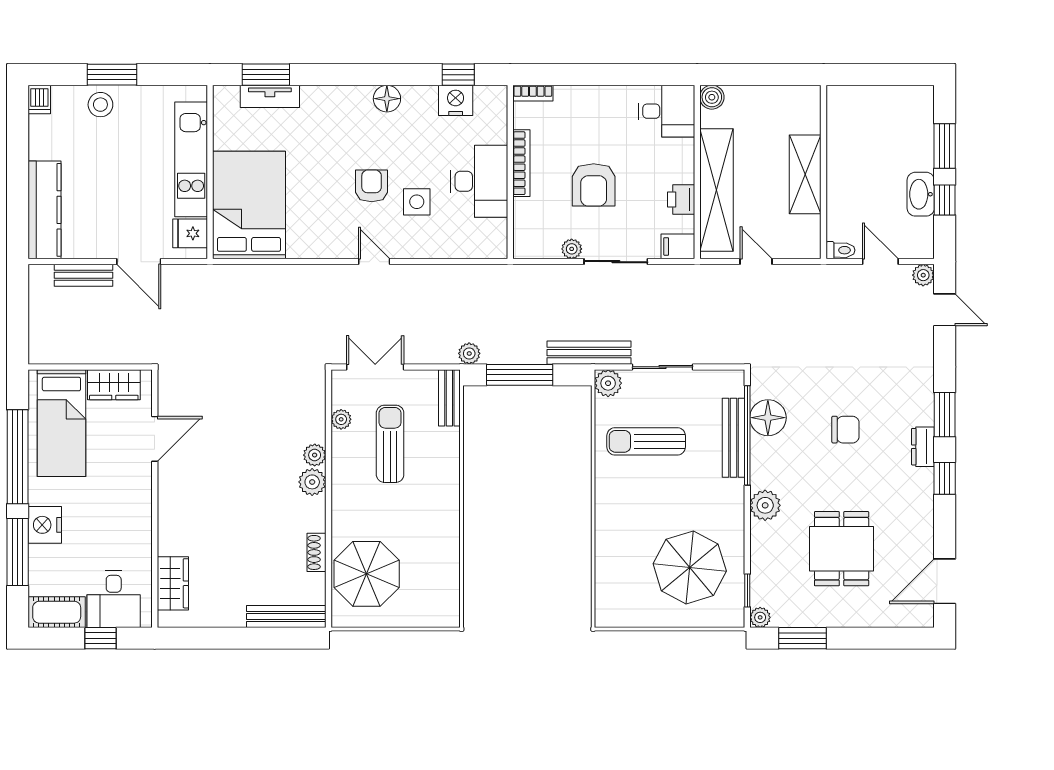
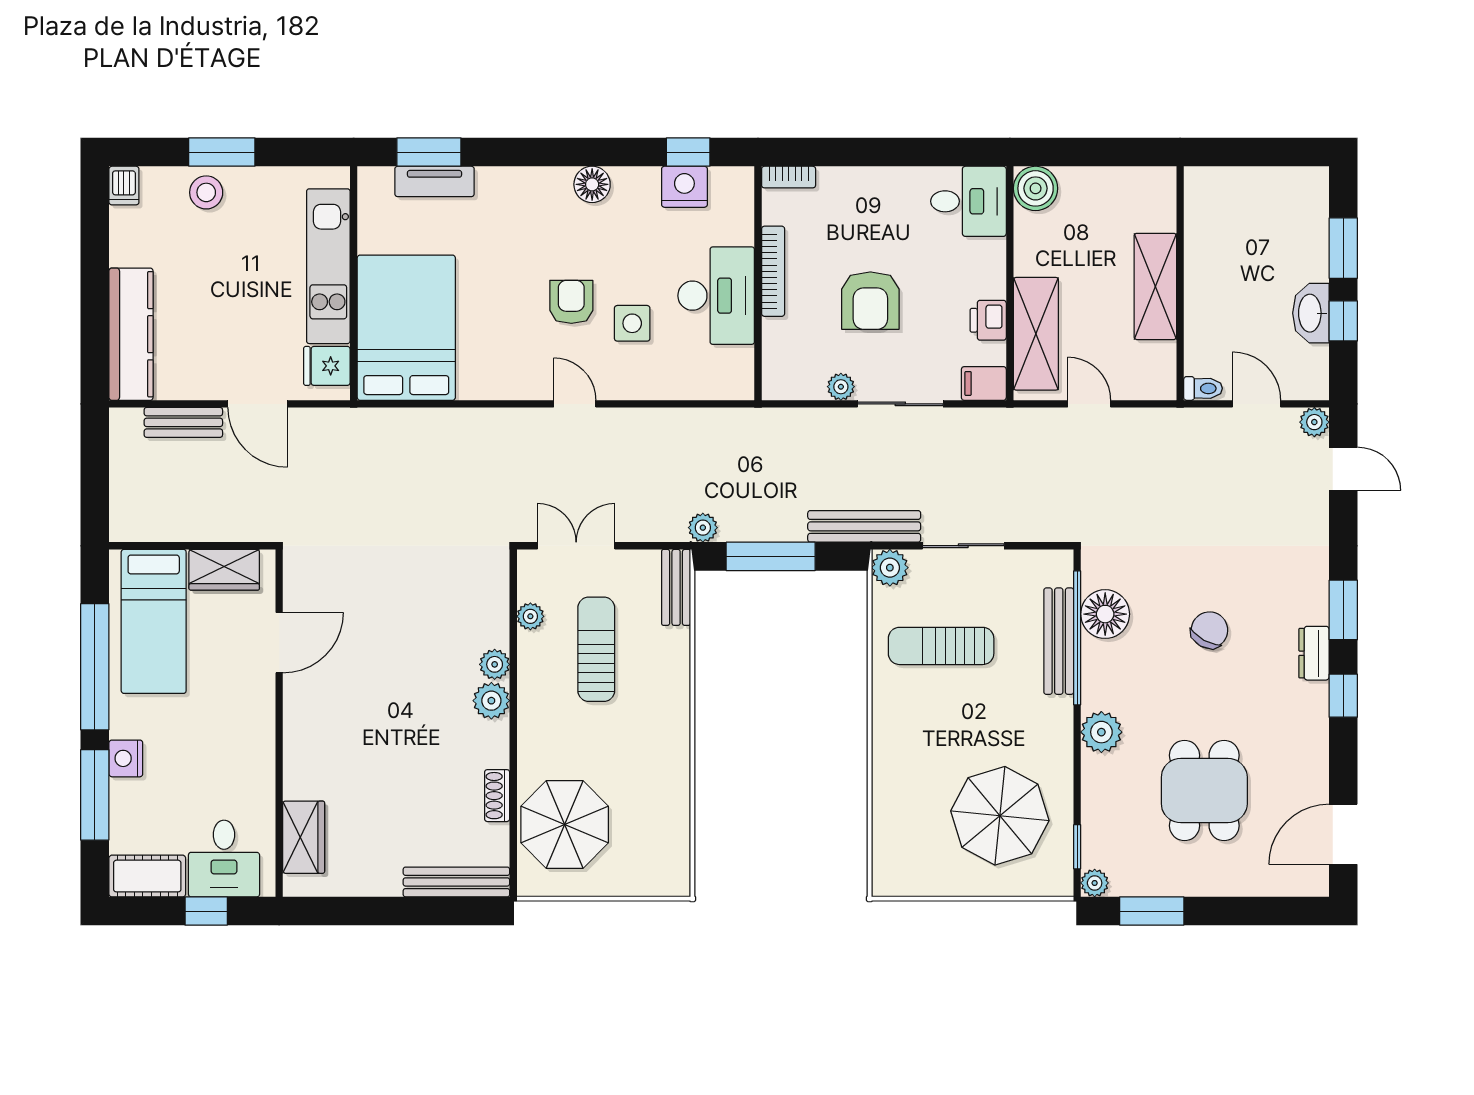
boiler: (712, 97) -> (1036, 188), width x1.36, depth x1.36
shelving: (717, 190) -> (1036, 334), width x0.68
chair: (845, 430) -> (1209, 630), turned -61
nightstand: (45, 525) -> (126, 758), width x0.74, depth x0.75

